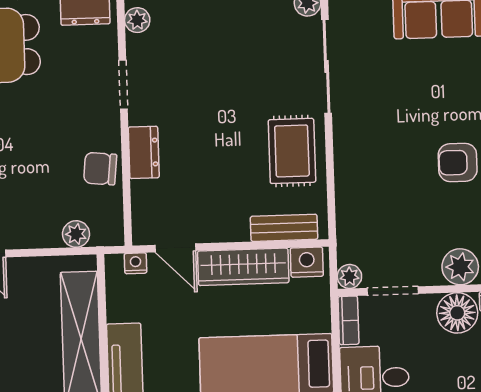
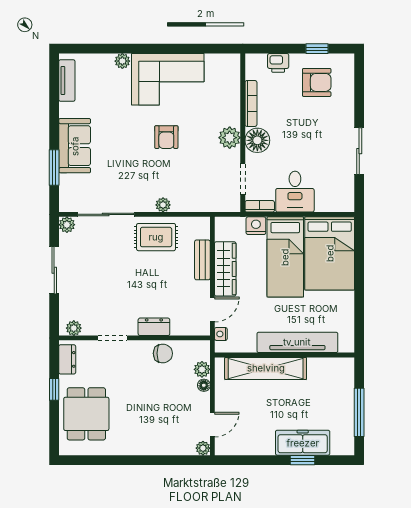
chair: (100, 169) -> (163, 353), turned -96
bench: (284, 228) -> (202, 260), moved
floor lamp: (50, 238) -> (204, 385), added
nightstand: (307, 262) -> (256, 226), moved, turned 90
plant: (349, 276) -> (163, 205), moved

